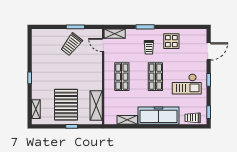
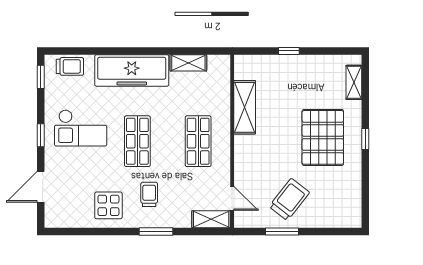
checkout: (187, 84) -> (81, 128), turned 180
pallet: (66, 105) -> (323, 137), moved
shelving: (96, 105) -> (245, 107), moved

